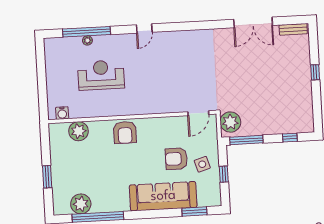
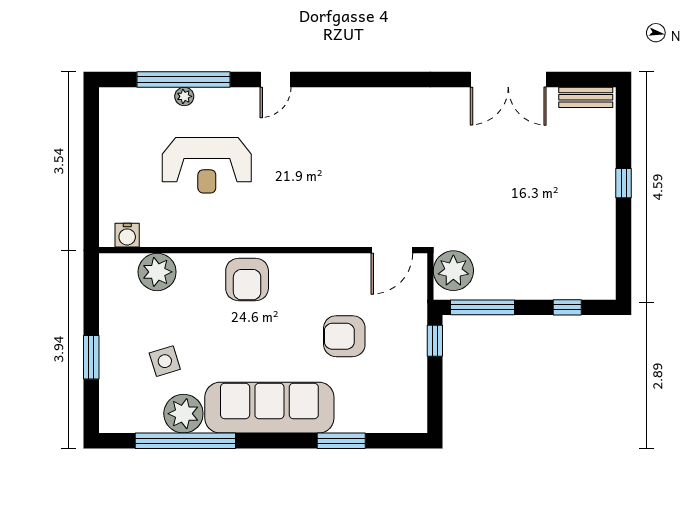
door: (144, 29) -> (276, 79), moved
reception desk: (101, 75) -> (207, 165), turned 180
side table: (202, 164) -> (165, 361), moved
window: (224, 174) -> (435, 341), moved
sofa: (163, 196) -> (269, 408), moved
plant: (81, 204) -> (183, 414), moved
window: (194, 211) -> (341, 441), moved

